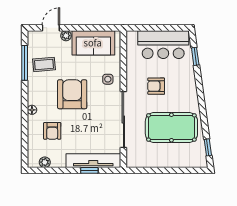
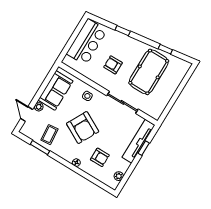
window: (195, 56) -> (123, 31), moved
window: (25, 63) -> (40, 148), width x0.69
armchair: (156, 86) -> (113, 65), turned 90
armchair: (72, 94) -> (83, 128), turned -152
sliding door: (123, 120) -> (122, 102), width x0.73
window: (208, 147) -> (165, 49), moved

